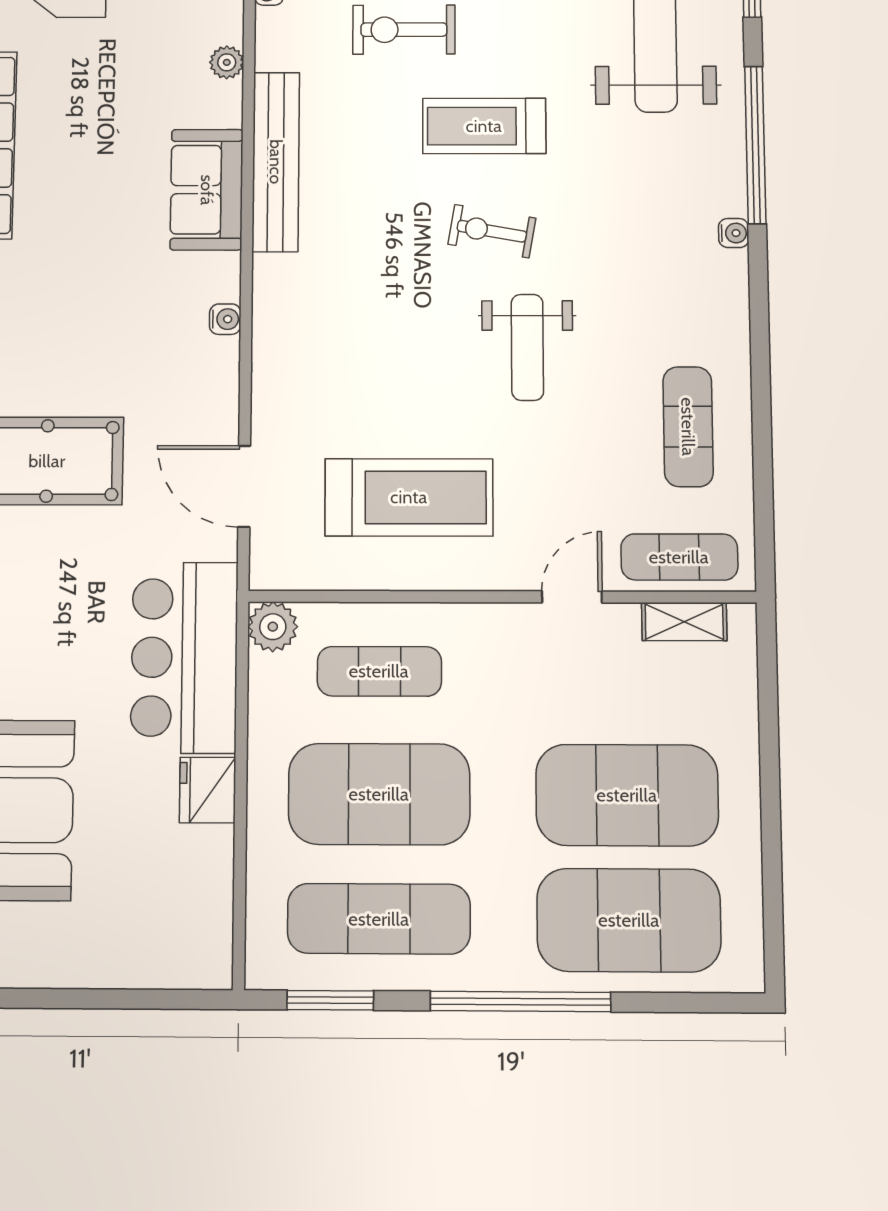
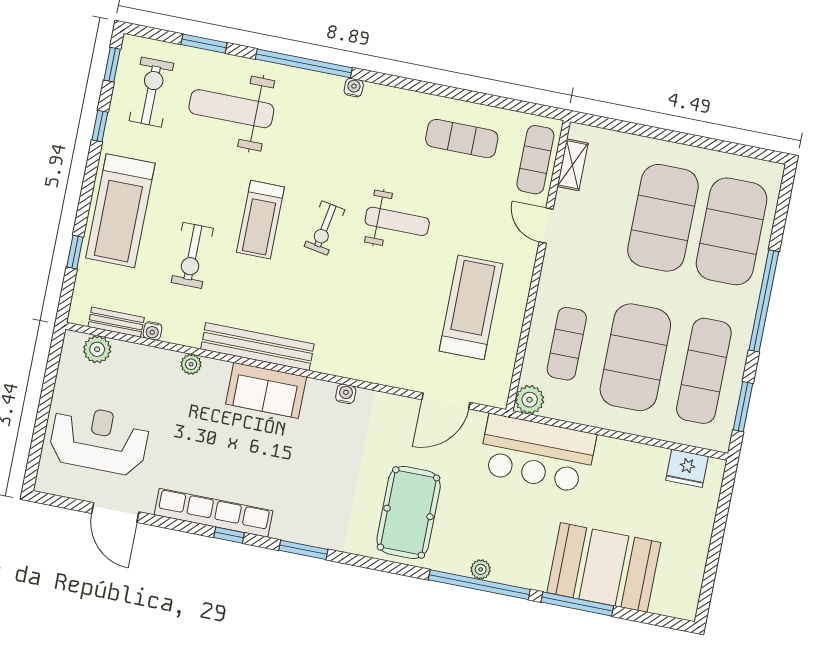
fridge: (208, 790) -> (687, 468), moved

